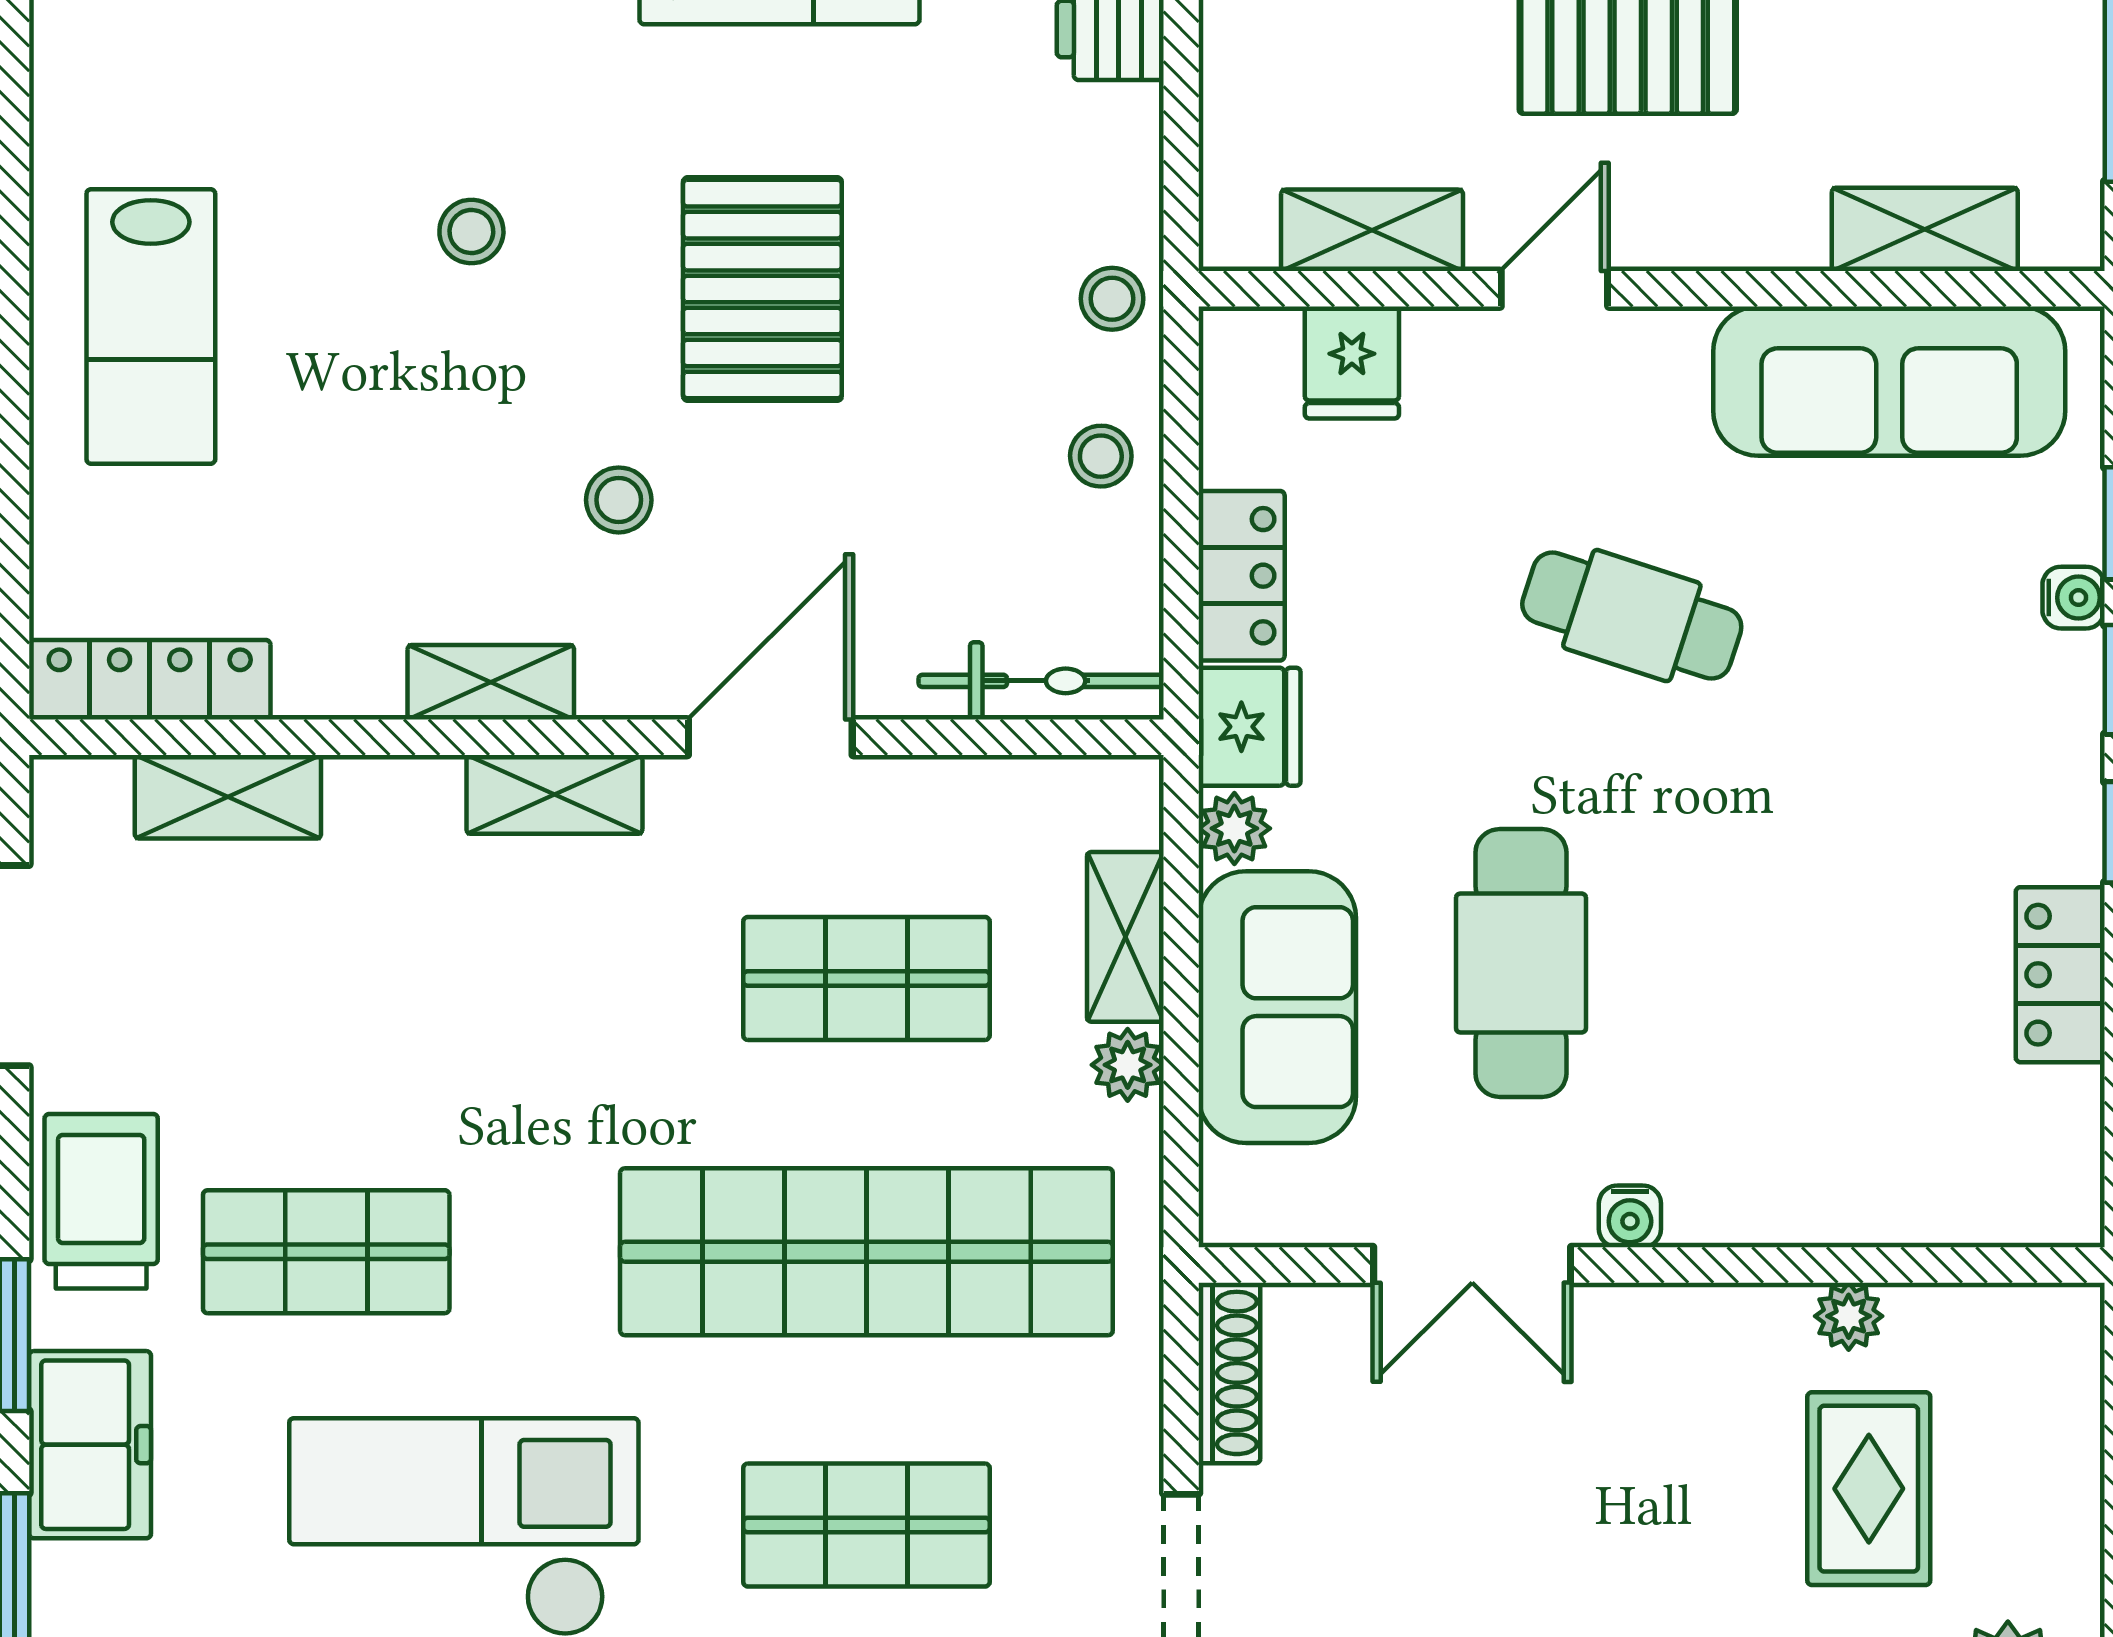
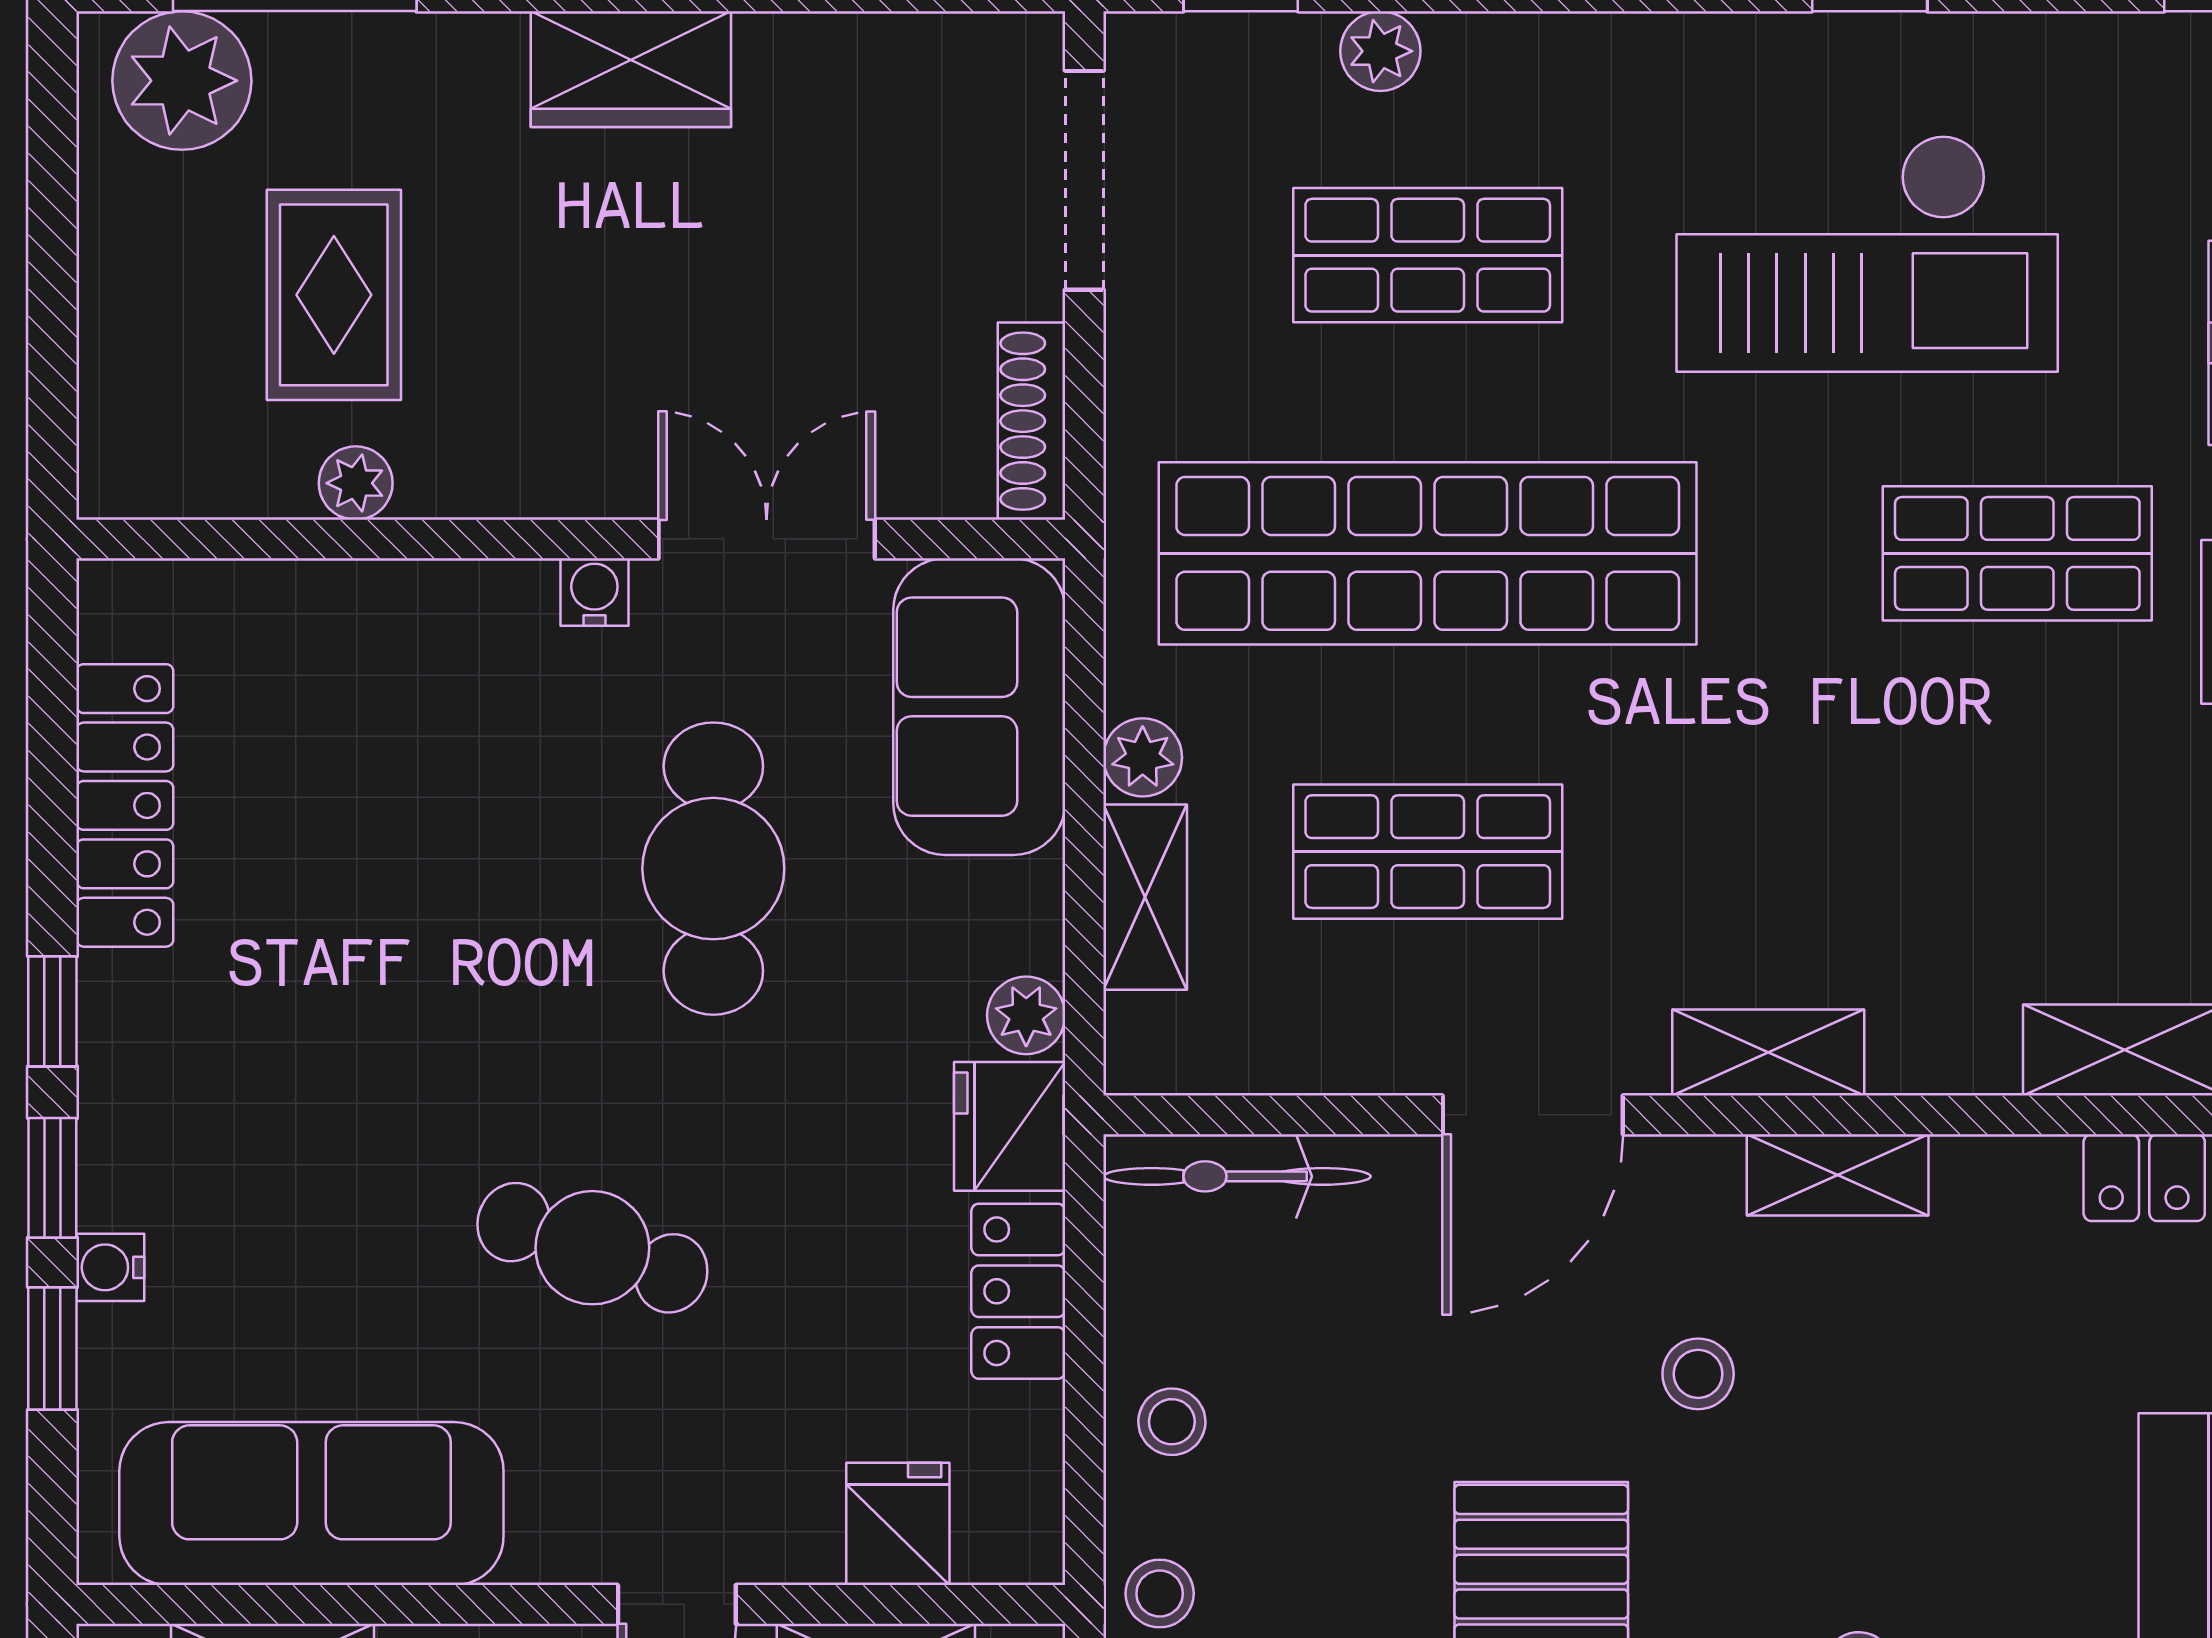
locker: (2060, 975) -> (125, 805), width x1.53
sofa: (1277, 1007) -> (979, 707), moved

